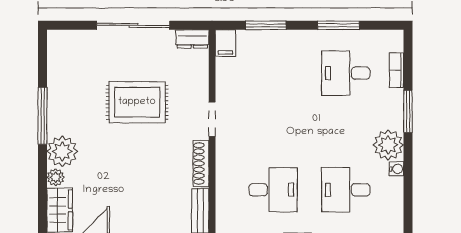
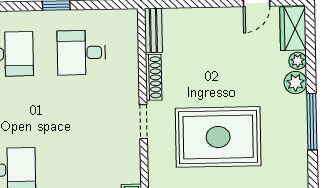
rug: (137, 102) -> (218, 137), width x1.37, depth x1.44
plant: (62, 151) -> (296, 83), width x0.73, depth x0.73

